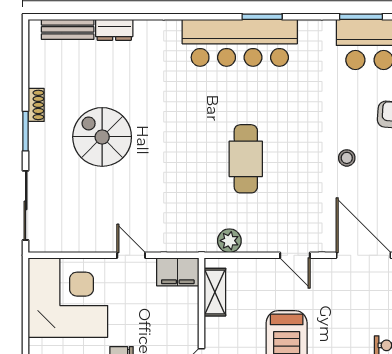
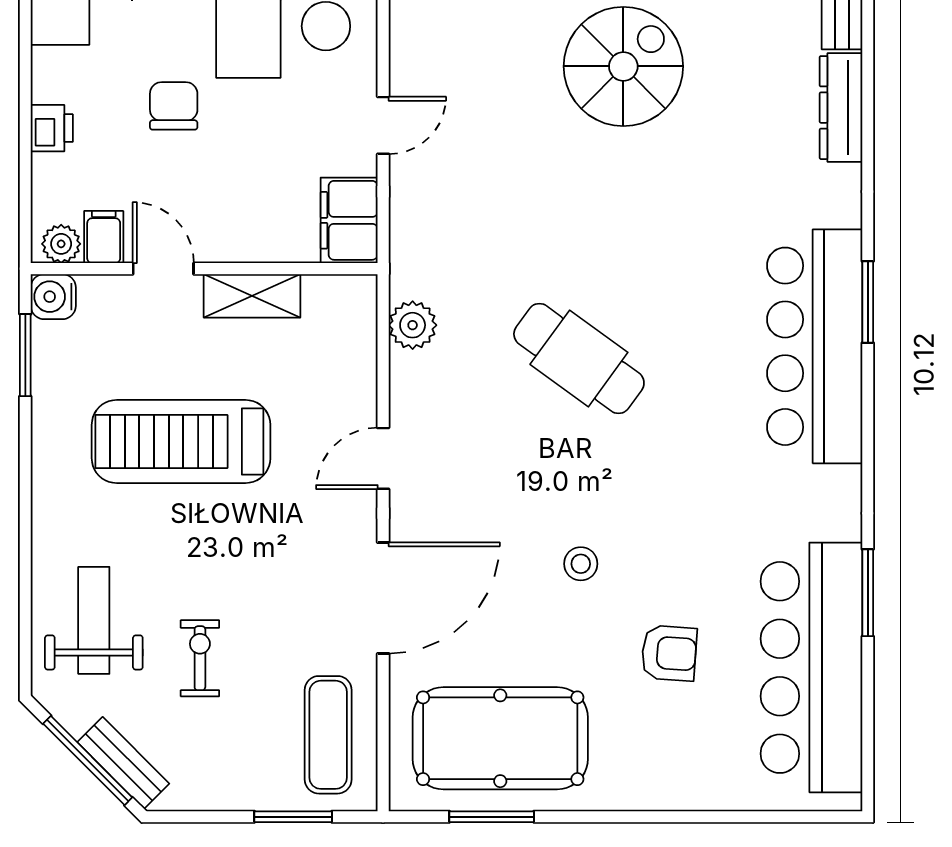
window: (262, 17) -> (868, 302), moved
dresser: (114, 30) -> (841, 108), width x1.44
cafe table: (246, 159) -> (579, 358), turned 36
shelving: (215, 292) -> (252, 296), moved

